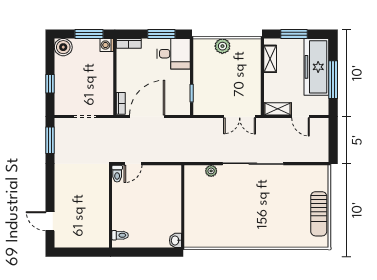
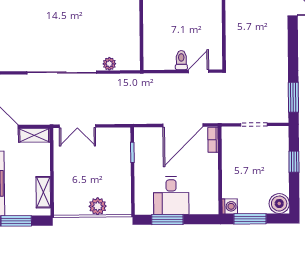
bookcase: (129, 43) -> (204, 209), removed
desk: (174, 54) -> (171, 196), moved, turned -90
double door: (240, 117) -> (77, 126), swing flipped
toilet: (117, 174) -> (181, 60), moved

